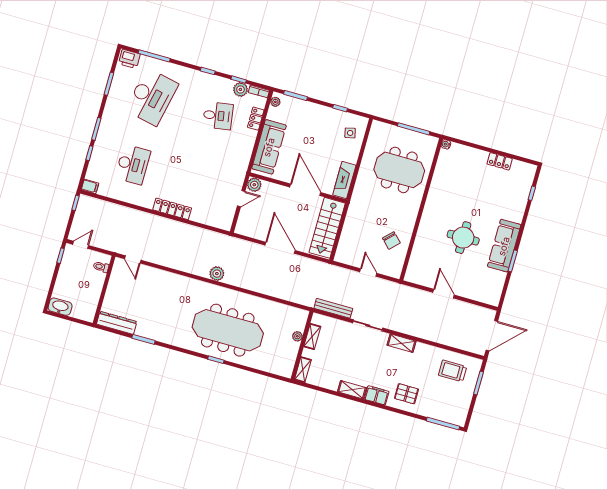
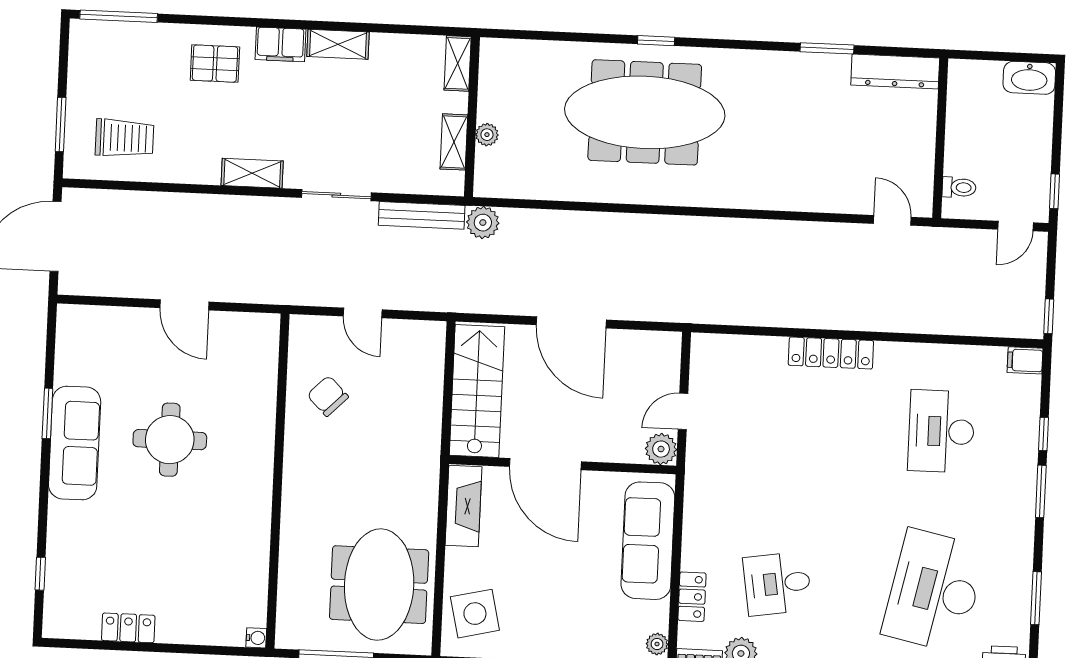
side table: (350, 133) -> (475, 614), width x1.87, depth x1.87
meeting table: (399, 170) -> (379, 585), moved, turned 90
plant: (217, 274) -> (483, 223), moved

